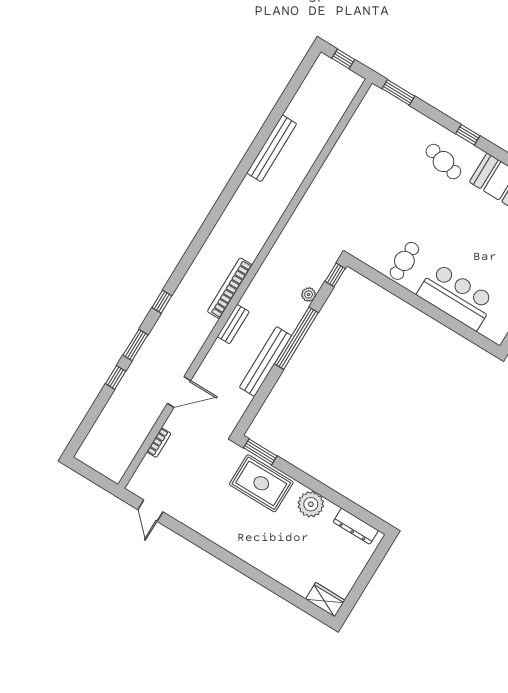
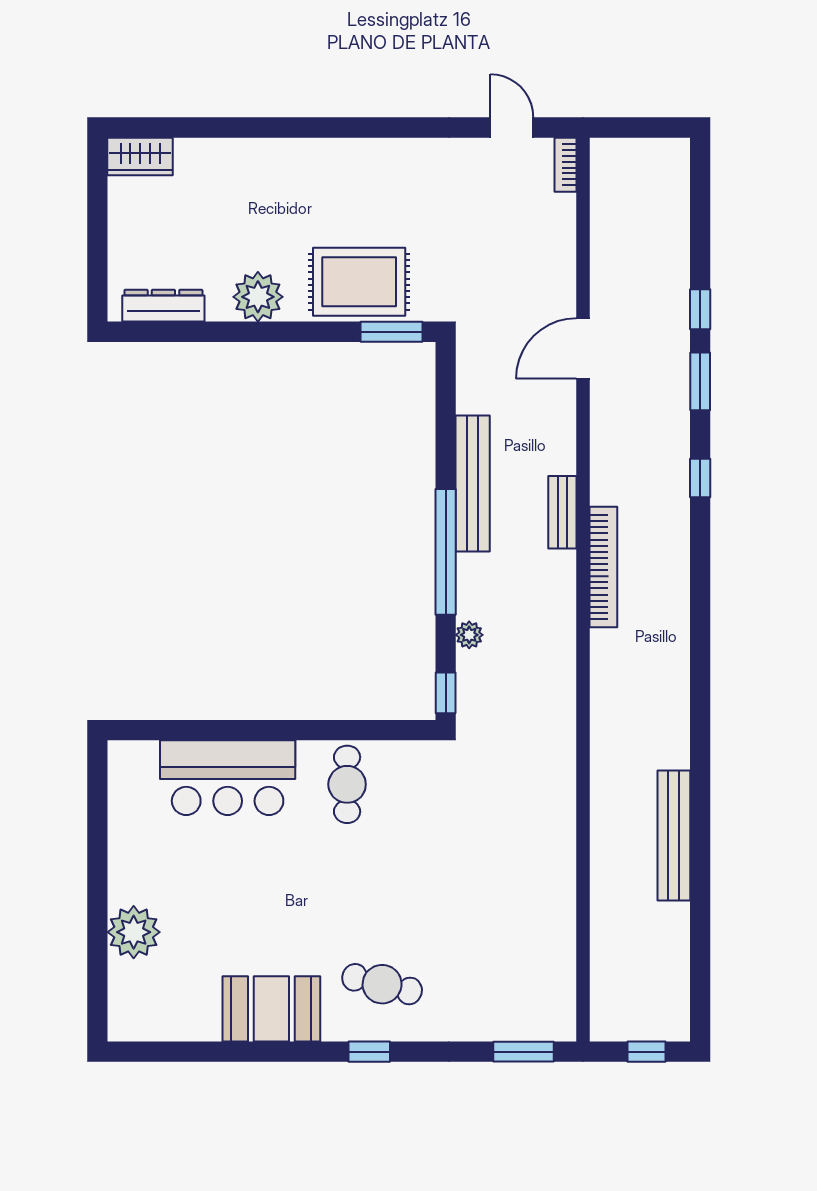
bookcase: (159, 443) -> (565, 165), moved

